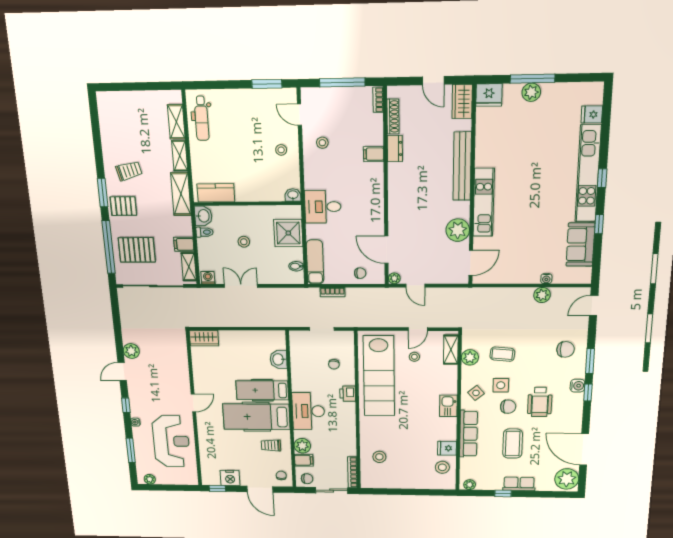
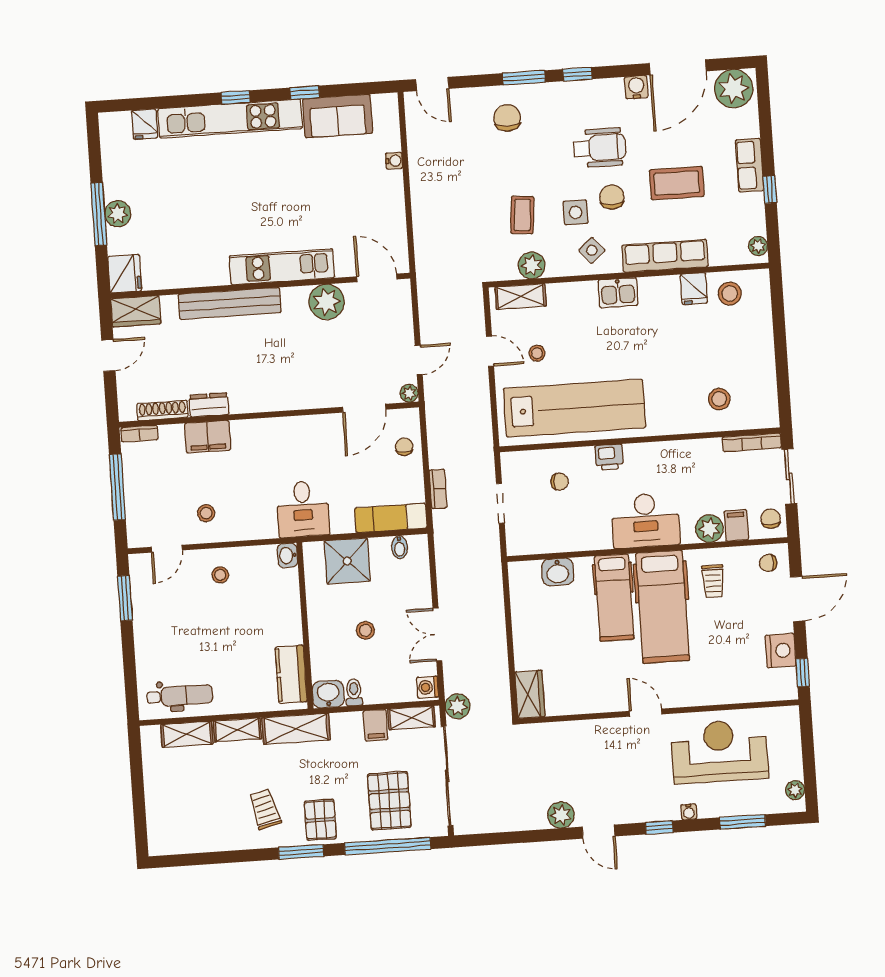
filing cabinet: (374, 154) -> (208, 437), width x2.00
plant: (542, 295) -> (458, 706), moved
water cooler: (577, 386) -> (636, 87), moved

